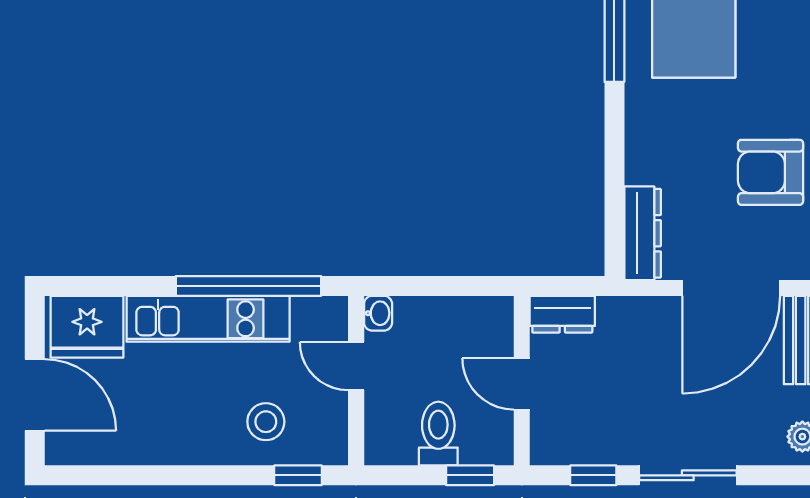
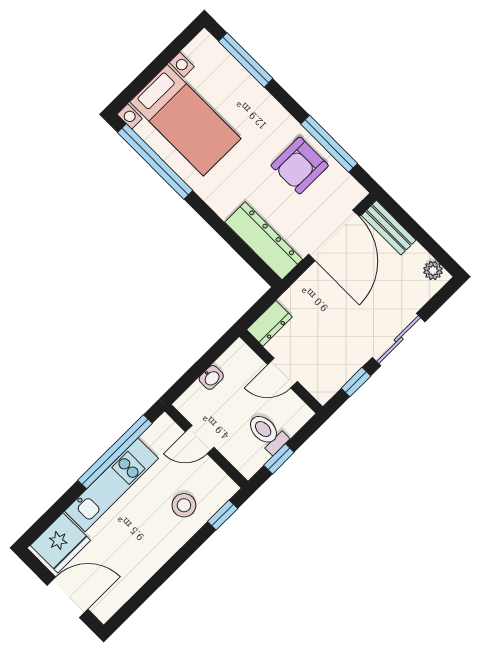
dresser: (643, 233) -> (264, 241), width x1.37, depth x1.24
washbasin: (378, 313) -> (211, 377), moved, turned 90
window: (470, 475) -> (279, 459), moved

